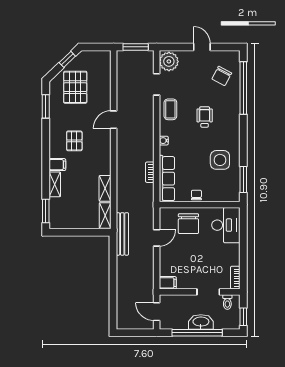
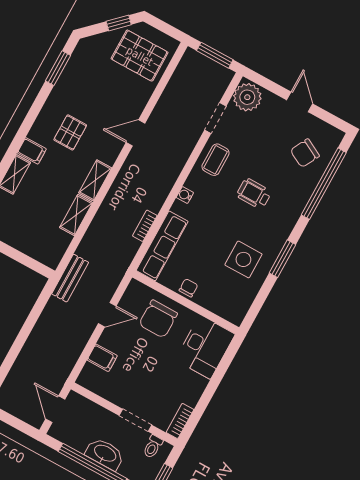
pallet: (75, 87) -> (140, 56), moved, turned 90
wheelchair: (205, 117) -> (254, 194), turned -90
window: (243, 180) -> (282, 259), moved
shelving: (105, 215) -> (95, 180), moved
bench: (122, 234) -> (70, 278), width x0.73
filing cabinet: (168, 283) -> (102, 358), moved

